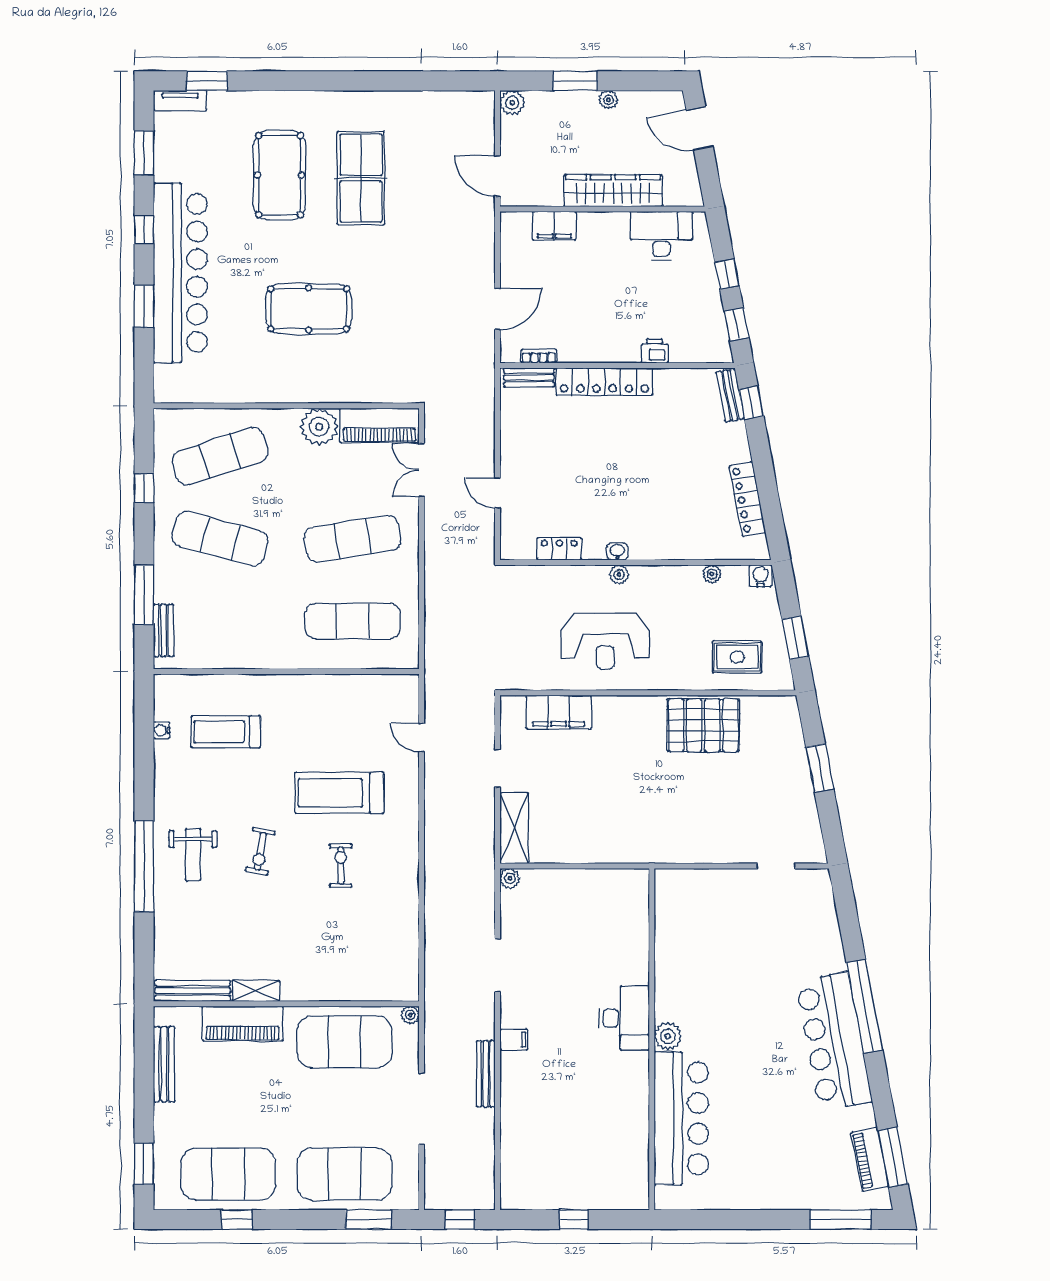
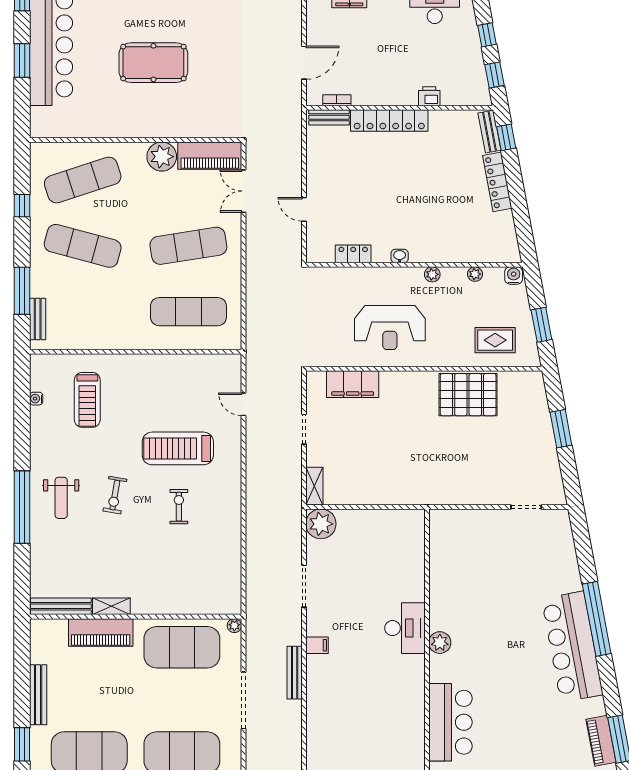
locker: (747, 499) -> (497, 182), moved
plant: (619, 574) -> (432, 274), moved
treadmill: (226, 732) -> (87, 400), turned -90
shelving: (514, 828) -> (314, 486), width x0.67, depth x0.75
plant: (510, 878) -> (321, 524), width x1.87, depth x1.87
bench: (164, 1064) -> (38, 695), moved
bar counter: (681, 1118) -> (450, 722), width x0.73

